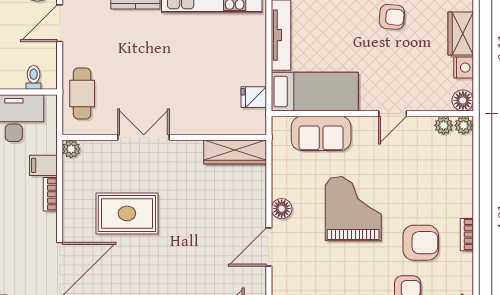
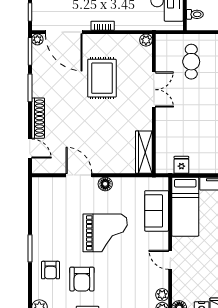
cafe table: (82, 94) -> (191, 62), moved, turned 90
filing cabinet: (43, 165) -> (135, 21), removed
bookcase: (50, 194) -> (103, 26), moved

